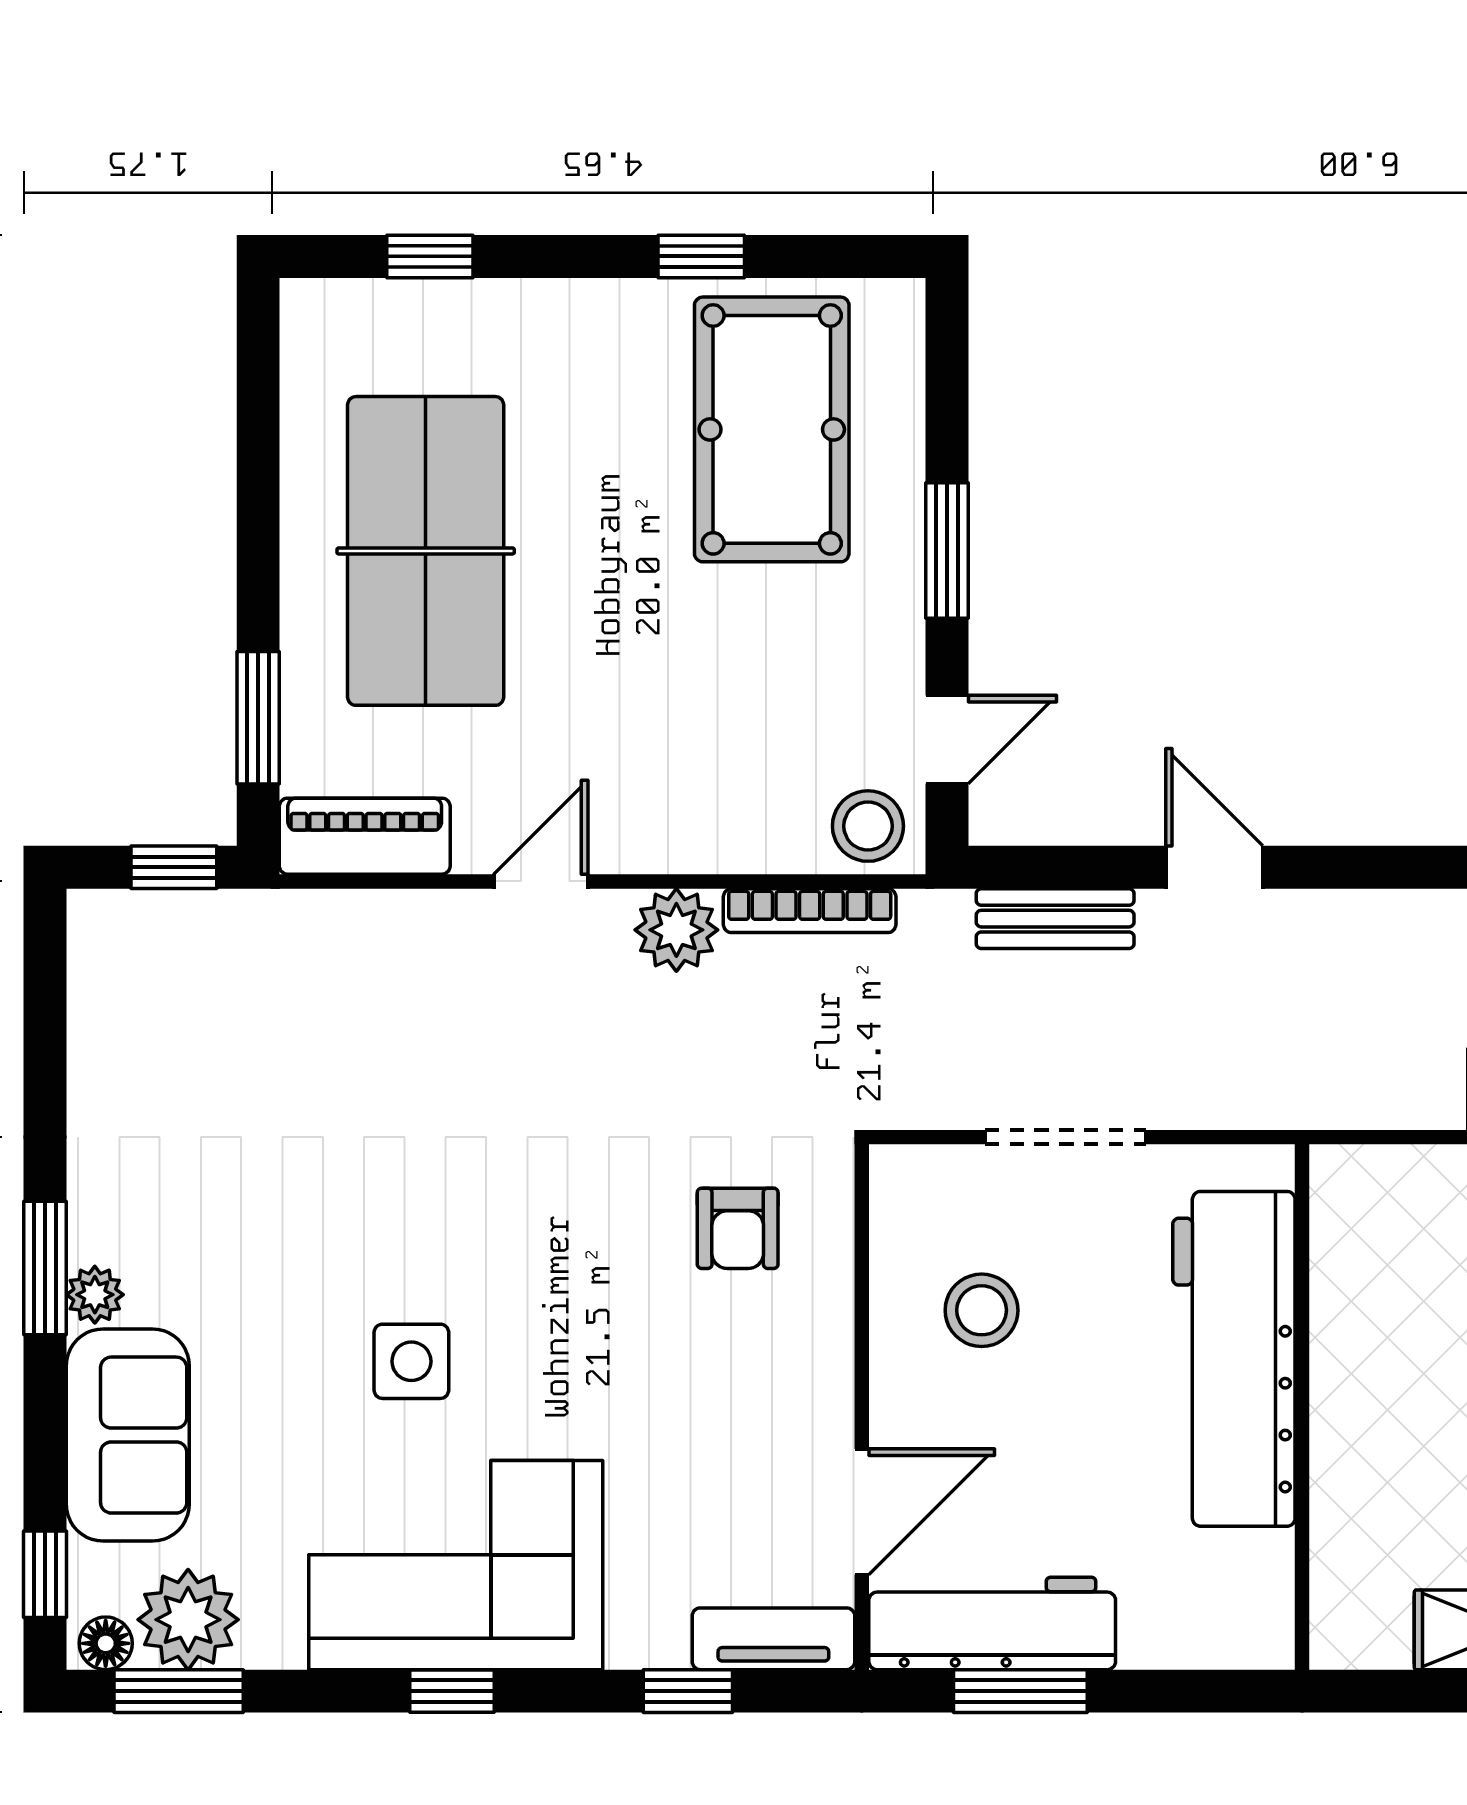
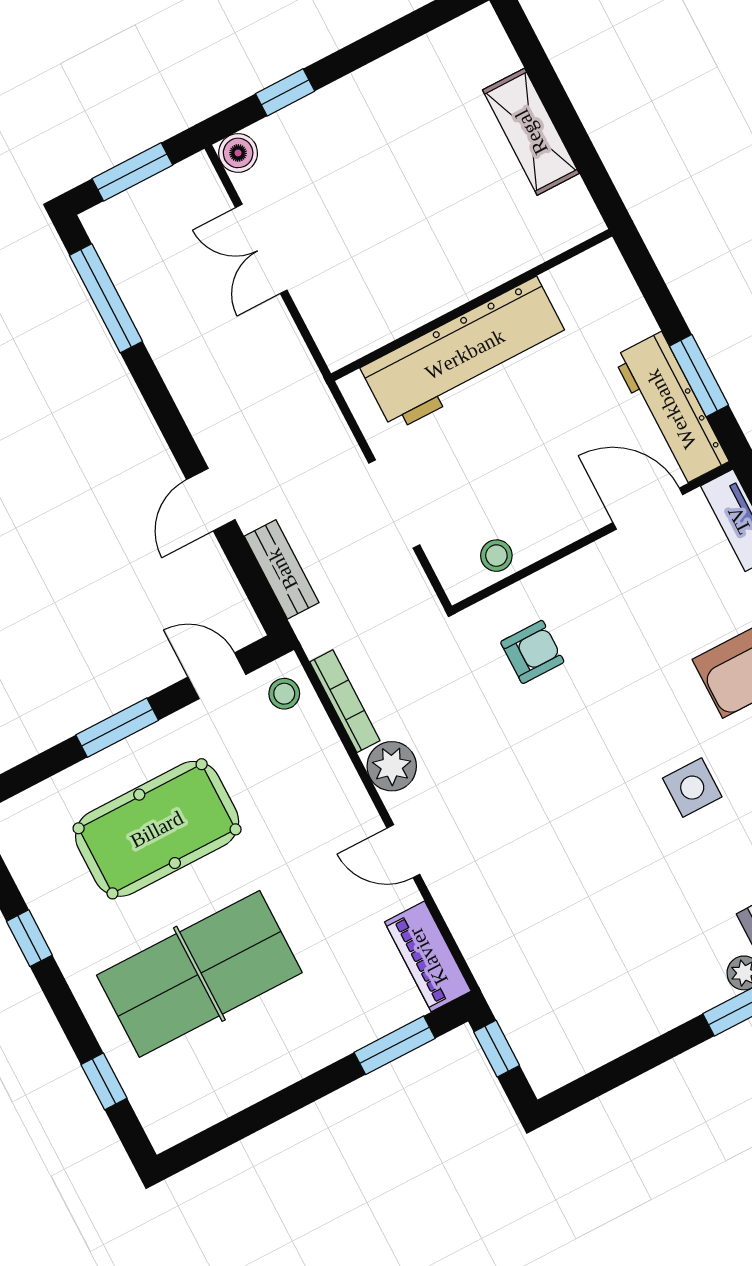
pool table: (772, 429) -> (157, 829), moved
table tennis table: (426, 551) -> (199, 974), moved
stool: (868, 826) -> (284, 694), width x0.73, depth x0.73
stool: (982, 1310) -> (496, 556), moved, width x0.73, depth x0.73

